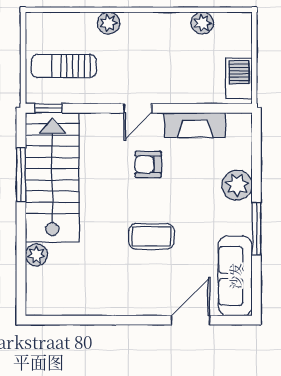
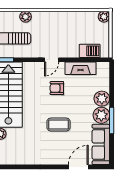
plant: (109, 23) -> (26, 17), moved
plant: (202, 23) -> (104, 17), moved
barbecue: (239, 78) -> (90, 51), moved, turned 90
plant: (236, 218) -> (101, 115), added

